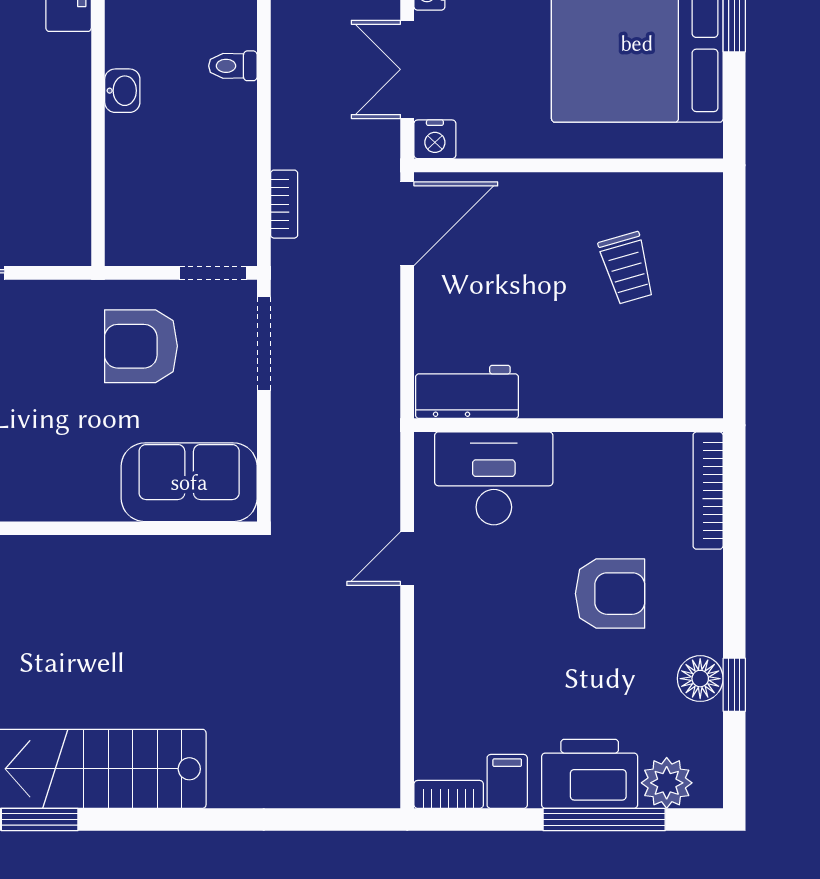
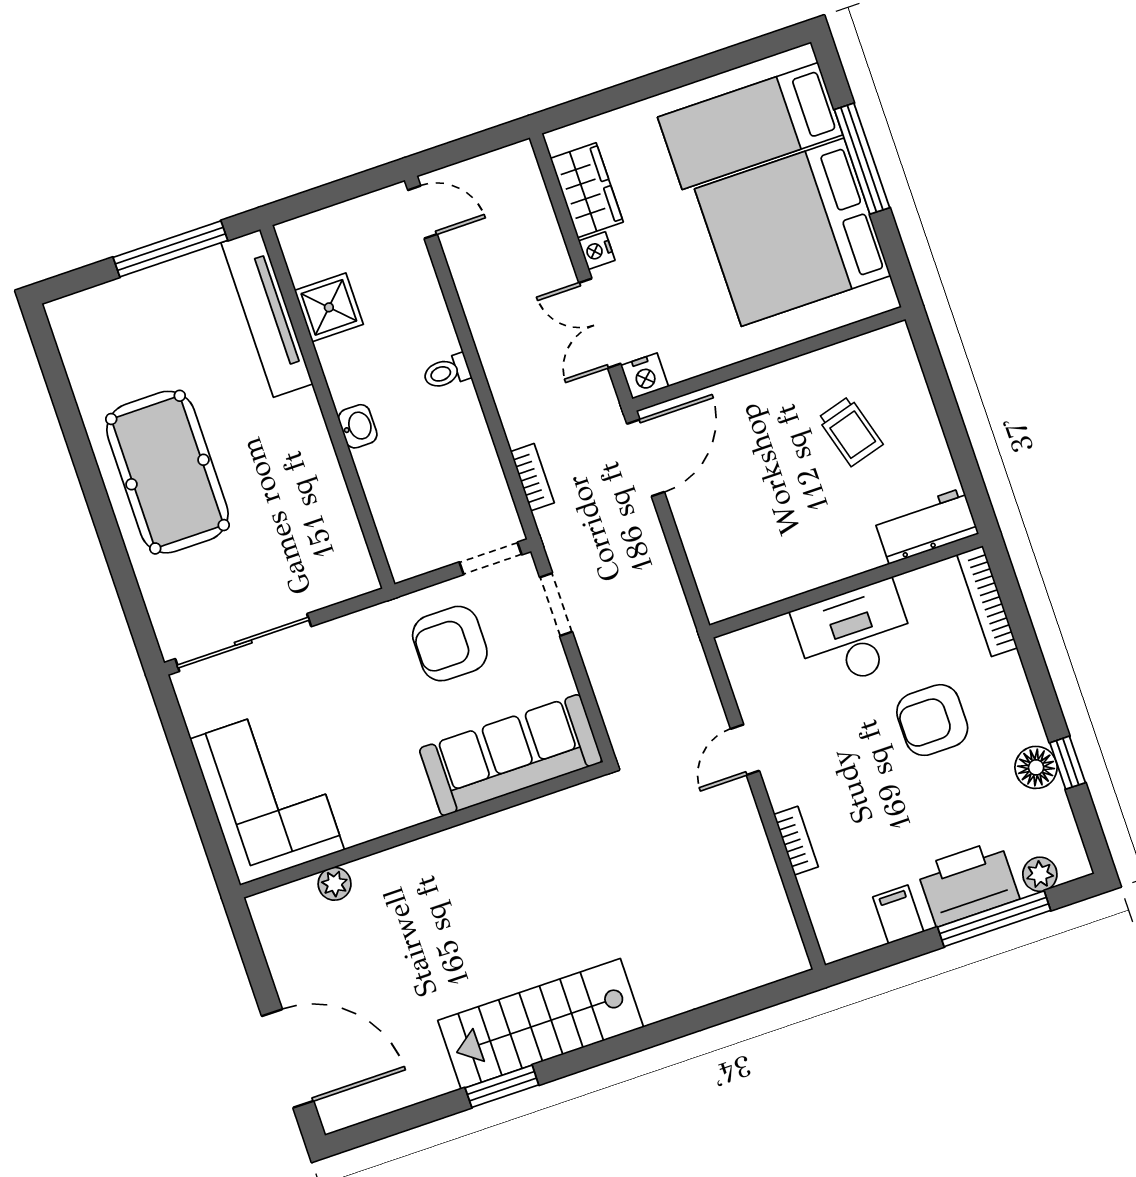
doorway: (264, 343) -> (556, 605), width x0.73
workbench: (467, 392) -> (926, 526), moved
desk: (494, 478) -> (854, 635), moved
sofa: (189, 482) -> (511, 755), width x1.36
armchair: (610, 594) -> (932, 720), turned 180
plant: (667, 783) -> (1040, 874), width x0.73, depth x0.73
bookcase: (449, 794) -> (796, 841), moved, turned 90

